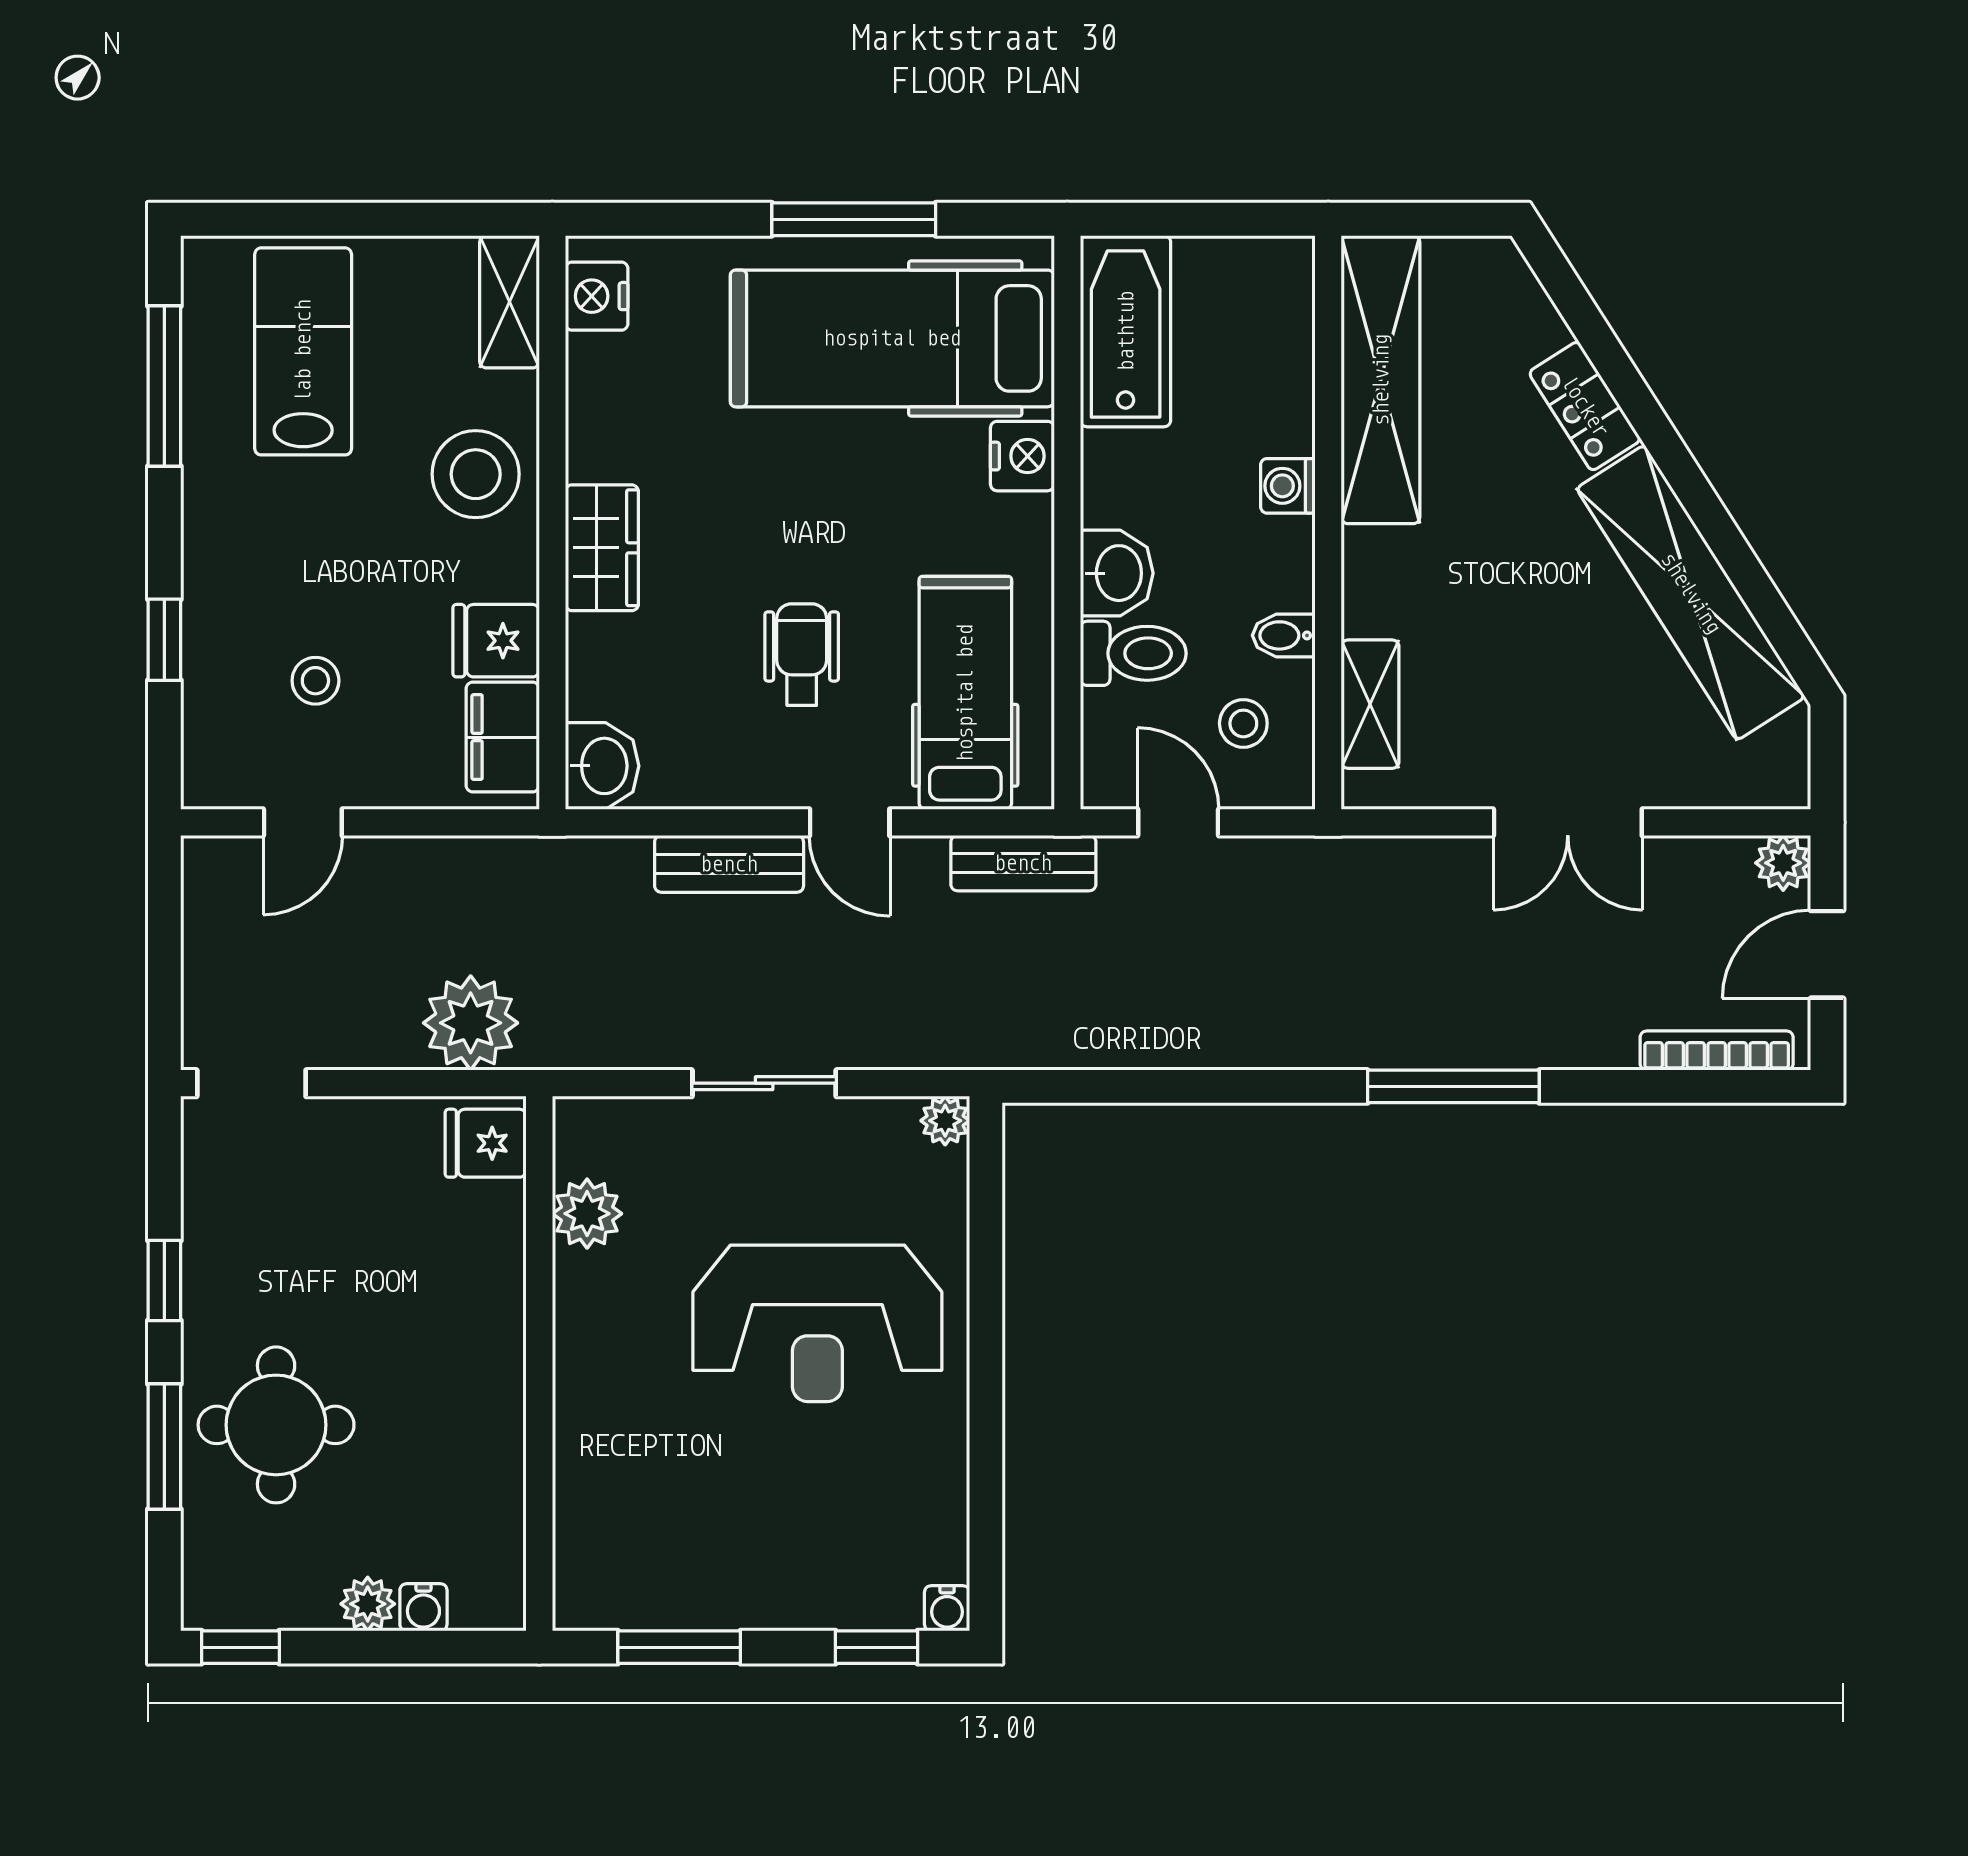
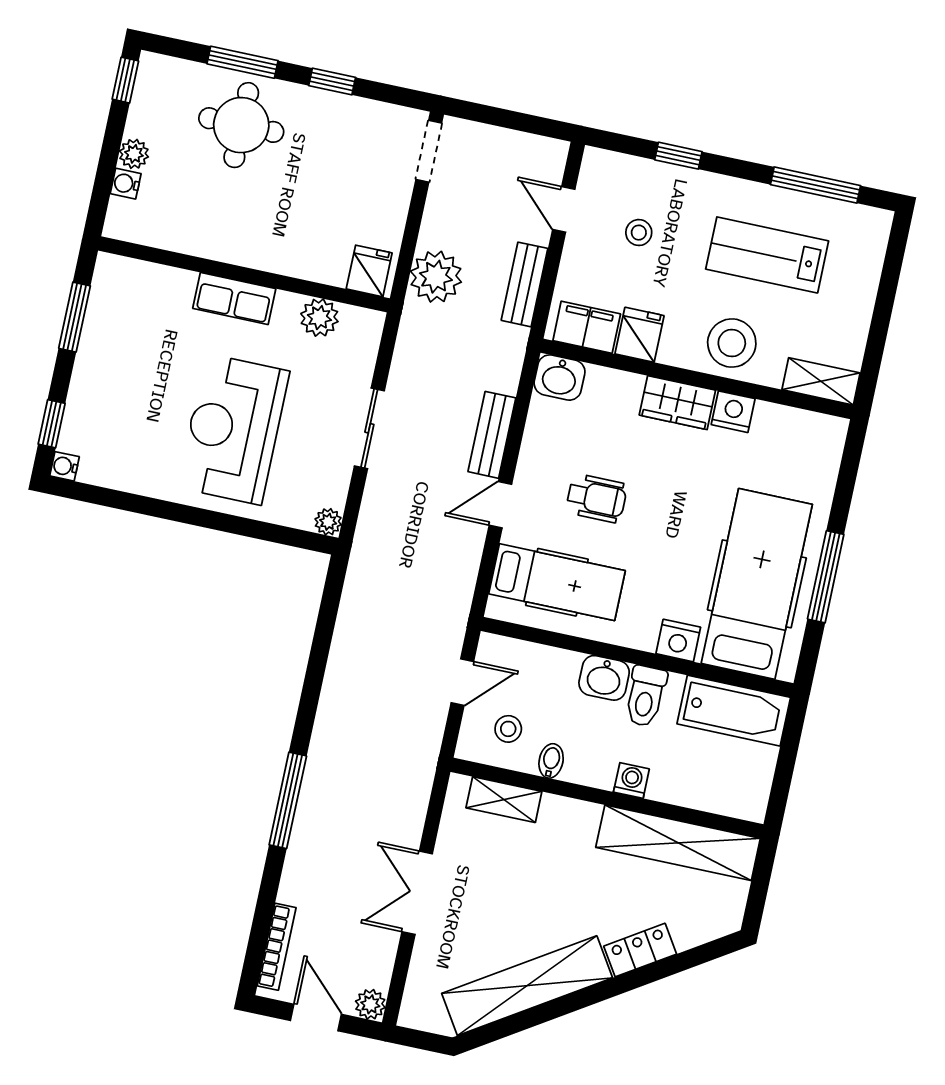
nightstand: (597, 296) -> (733, 412), moved
lab bench: (303, 351) -> (767, 255), moved, turned 180
toilet: (1133, 653) -> (646, 696), moved
bench: (1023, 863) -> (525, 284), moved
row of seats: (586, 1372) -> (234, 299), added

